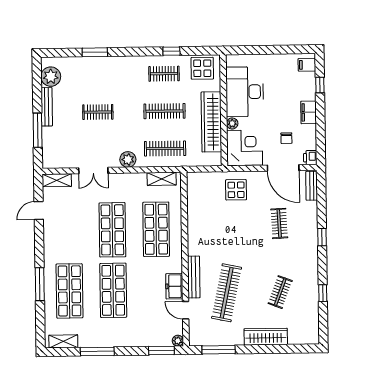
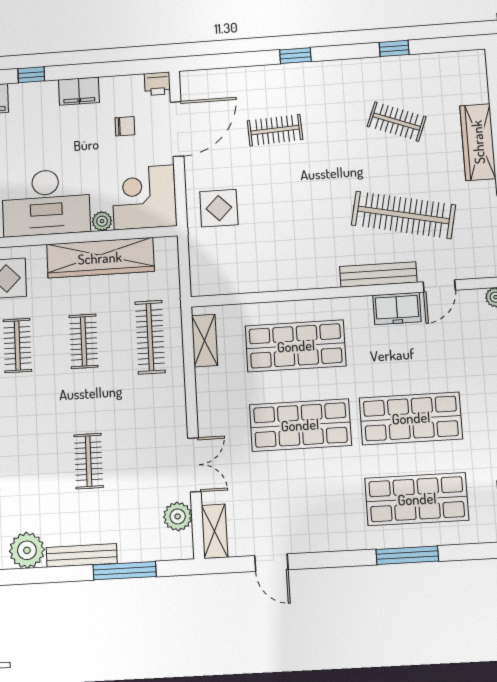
clothes rail: (164, 111) -> (84, 341), width x0.73
plant: (128, 159) -> (178, 516), moved
bench: (312, 186) -> (206, 78), removed

